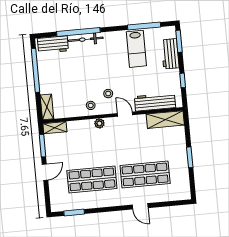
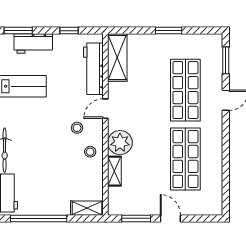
plant: (99, 123) -> (120, 143), width x1.87, depth x1.87
shelving: (55, 128) -> (114, 171), moved
window: (74, 212) -> (226, 60), moved

